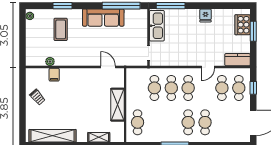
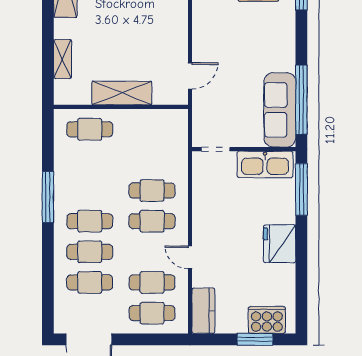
fridge: (205, 15) -> (280, 244), width x1.88, depth x1.34
sofa: (103, 18) -> (280, 110), moved
cafe table: (154, 88) -> (90, 282), moved
window: (253, 88) -> (152, 339), removed

